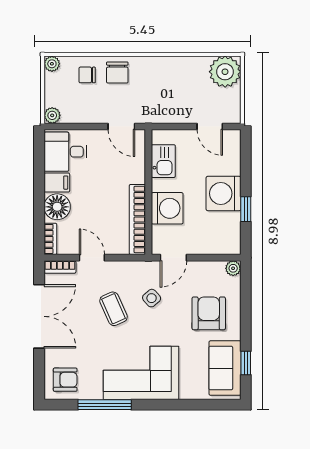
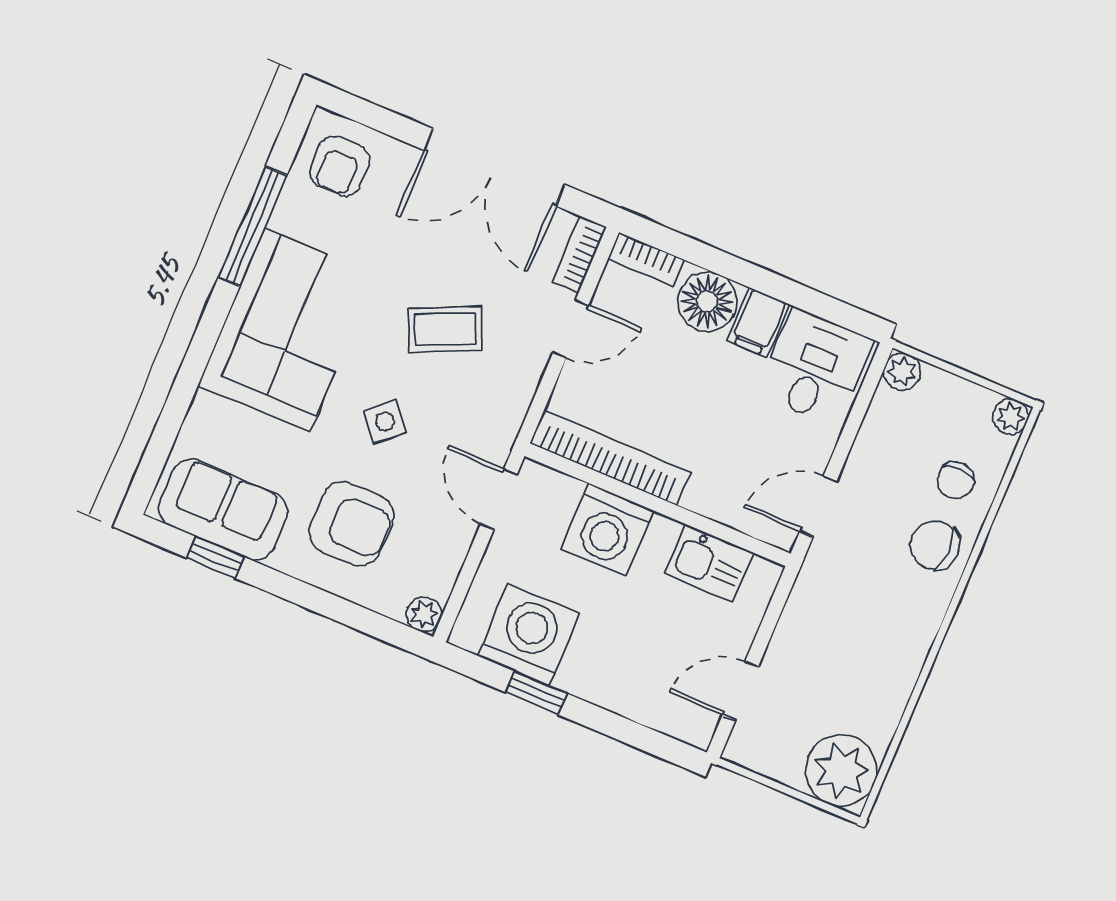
chair: (87, 75) -> (956, 480), turned 180
washing machine: (224, 193) -> (529, 635), moved
side table: (152, 298) -> (385, 421), moved

